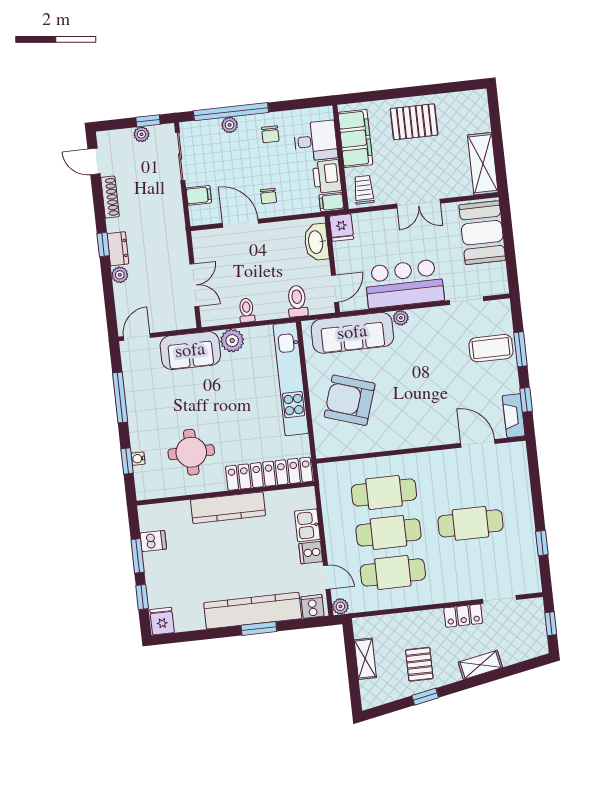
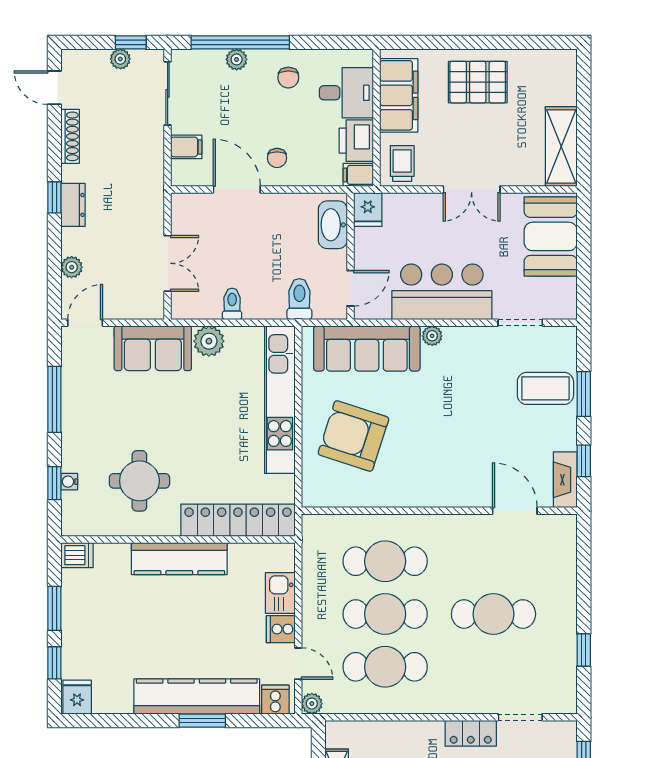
plant: (120, 275) -> (72, 267), moved
dishwasher: (153, 541) -> (77, 555), moved

